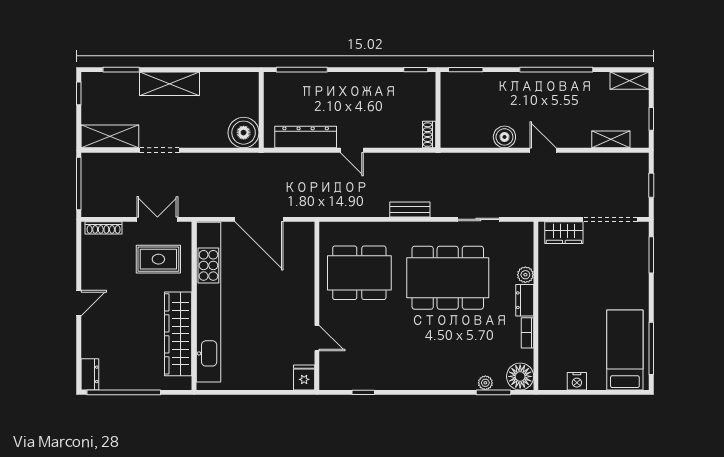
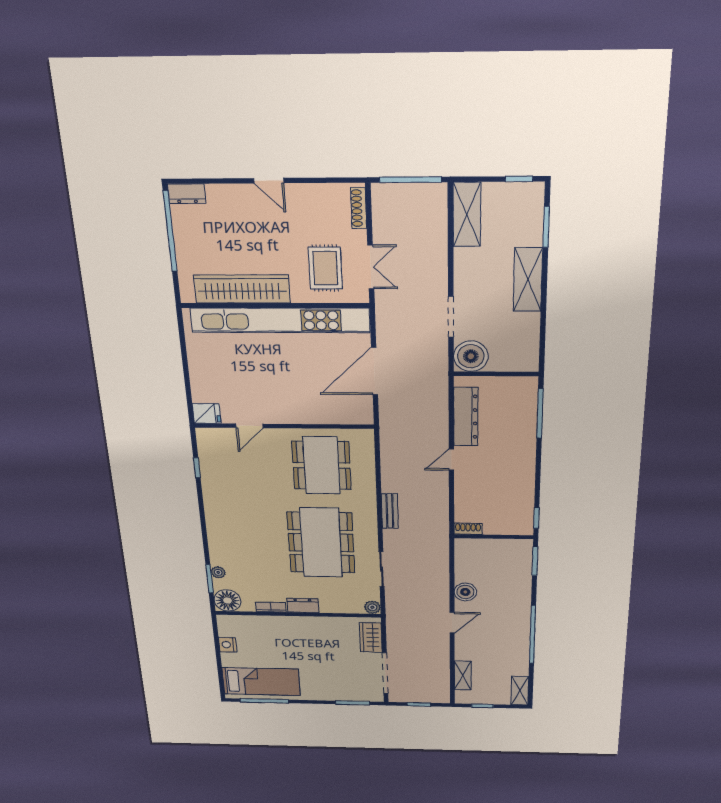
doorway: (159, 150) -> (451, 317), moved
plant: (525, 275) -> (372, 607), moved

